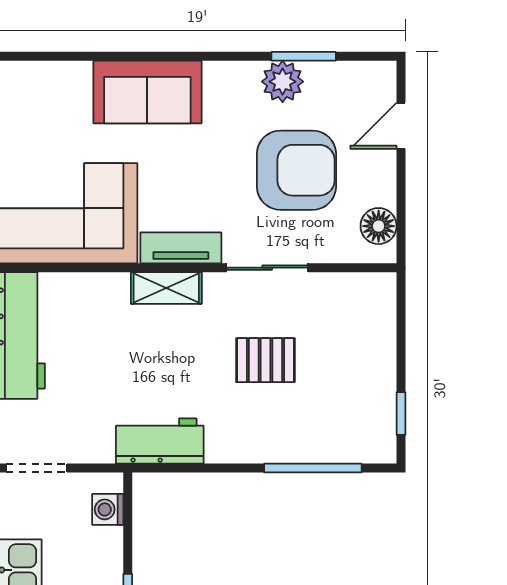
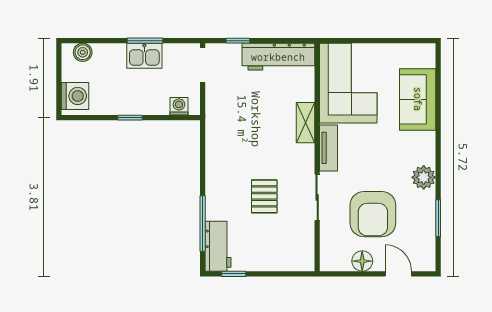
plant: (283, 82) -> (424, 177), moved
sofa: (147, 92) -> (418, 99), moved
floor lamp: (379, 226) -> (362, 261), moved
shelving: (166, 288) -> (306, 123), moved
workbench: (160, 441) -> (218, 246), moved

